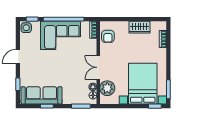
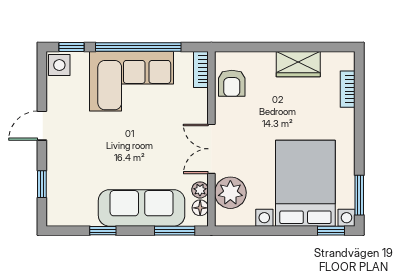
sofa: (42, 95) -> (142, 208), moved

